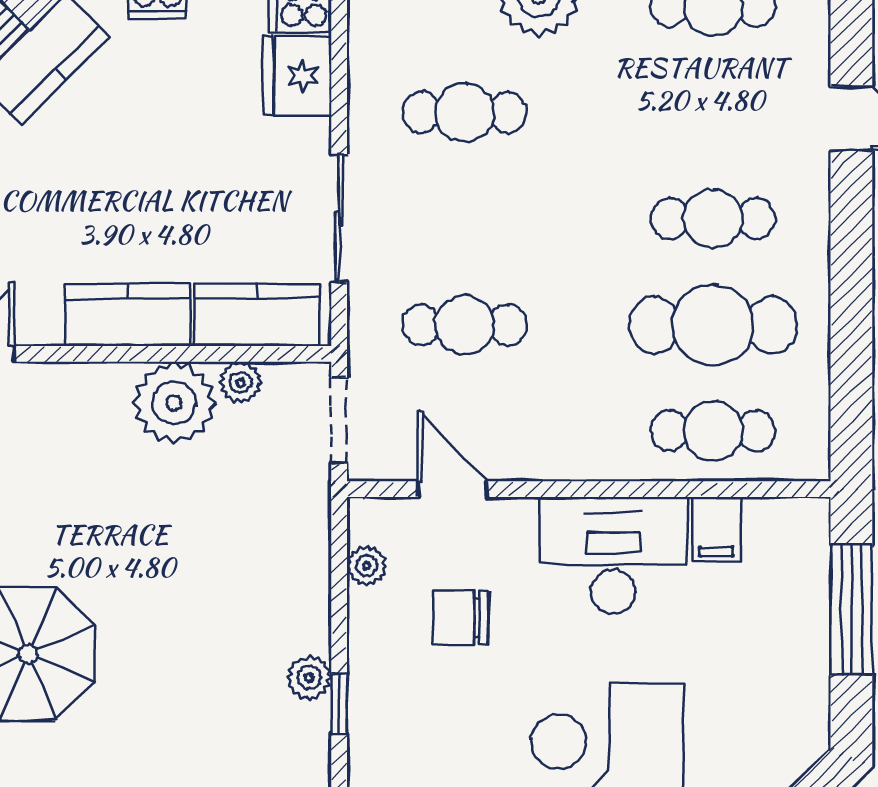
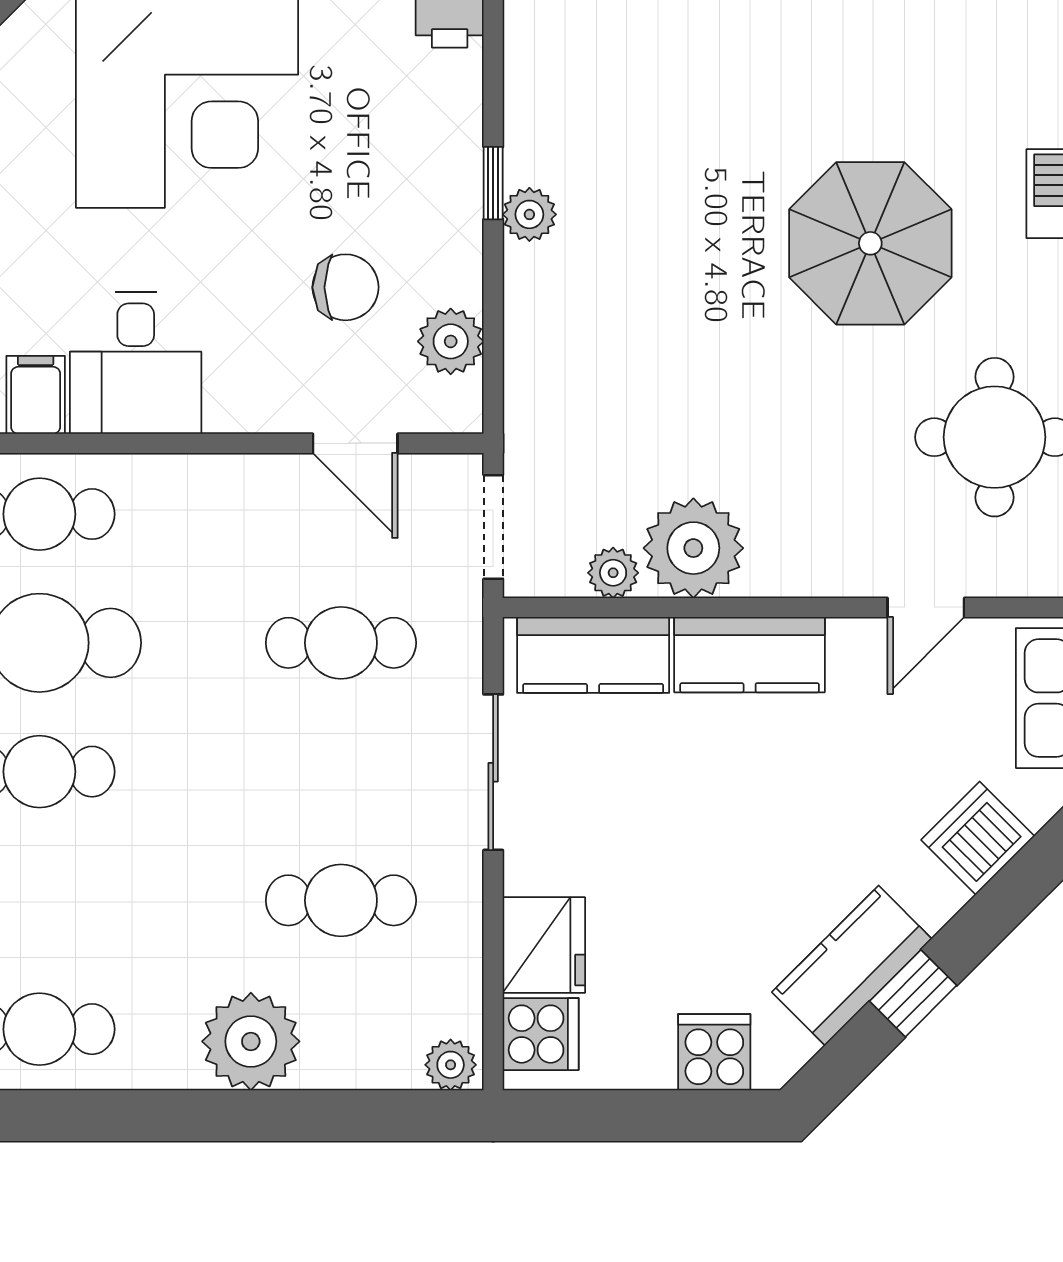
desk: (613, 555) -> (136, 363), width x0.73
plant: (367, 566) -> (451, 341), width x1.38, depth x1.38

